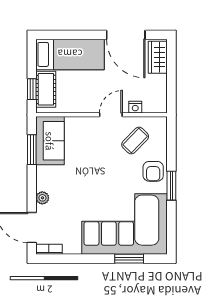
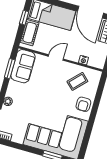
window: (32, 89) -> (24, 18), moved
door: (111, 115) -> (56, 58), moved
window: (171, 186) -> (93, 117), removed

